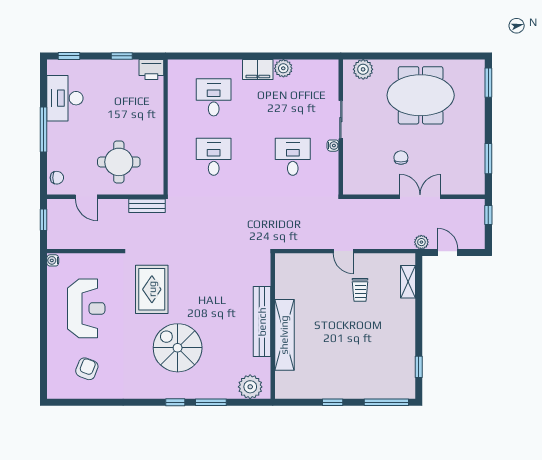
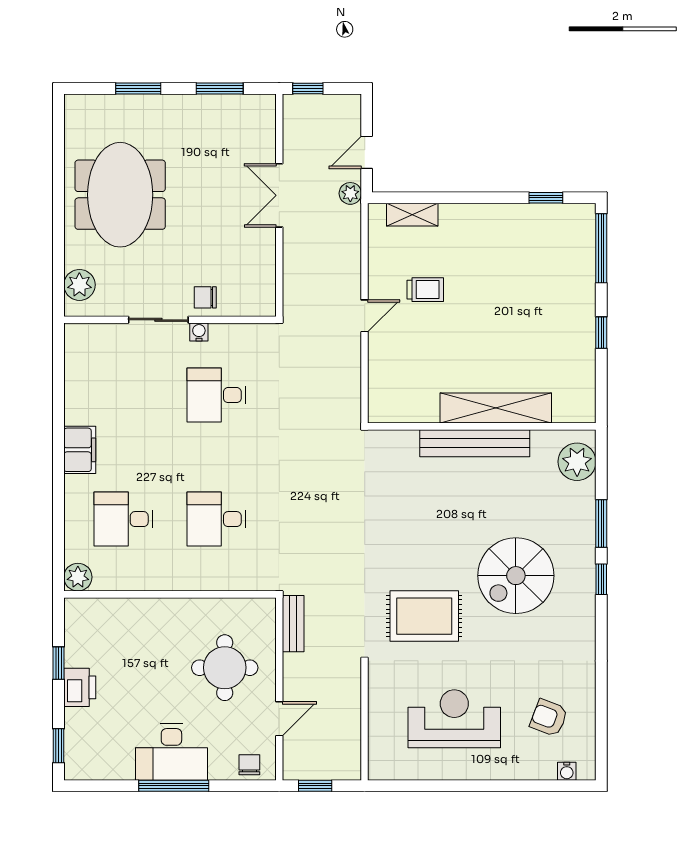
plant: (283, 68) -> (78, 577), moved
printer: (151, 69) -> (80, 687), moved
window: (488, 83) -> (138, 88), moved
desk: (65, 98) -> (171, 752), moved
chair: (401, 158) -> (205, 297), moved
water cooler: (53, 260) -> (567, 771), moved

